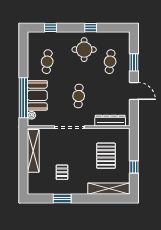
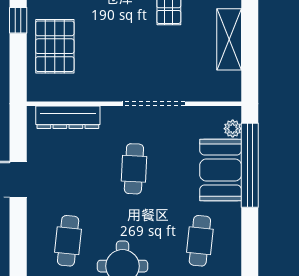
window: (134, 62) -> (18, 239), removed
shelving: (33, 151) -> (229, 39), width x0.68
pallet: (106, 156) -> (55, 46), moved

